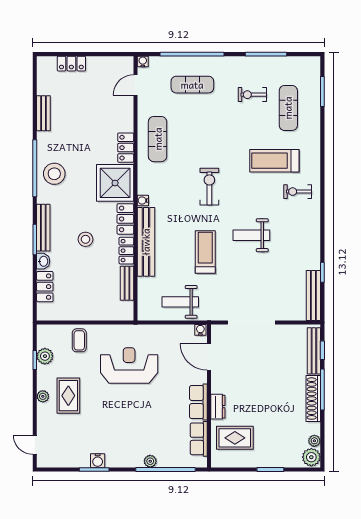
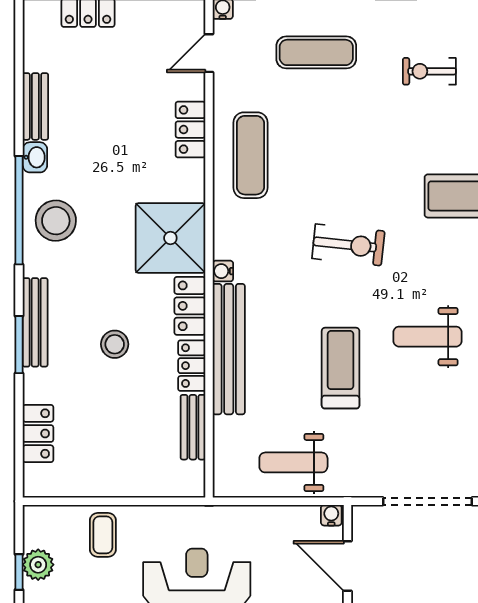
locker: (126, 148) -> (190, 130), moved
exercise bike: (209, 187) -> (348, 245), turned 96
washbasin: (43, 261) -> (35, 157), moved

